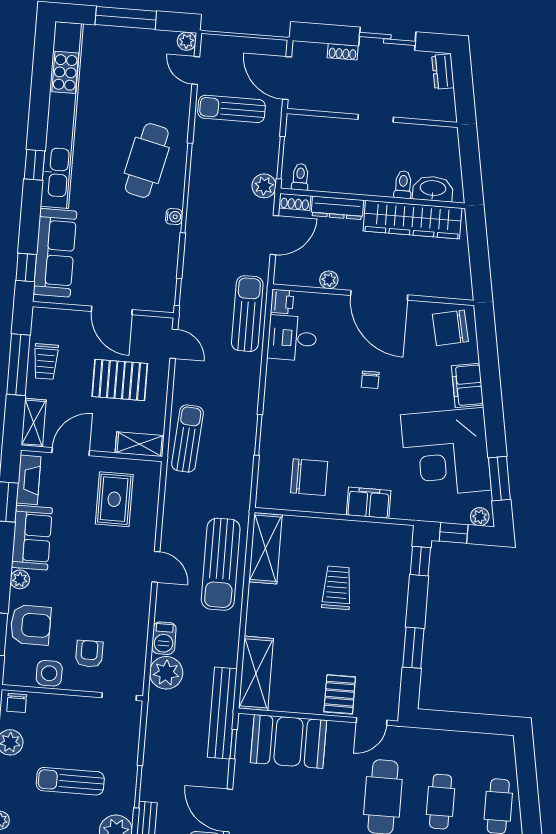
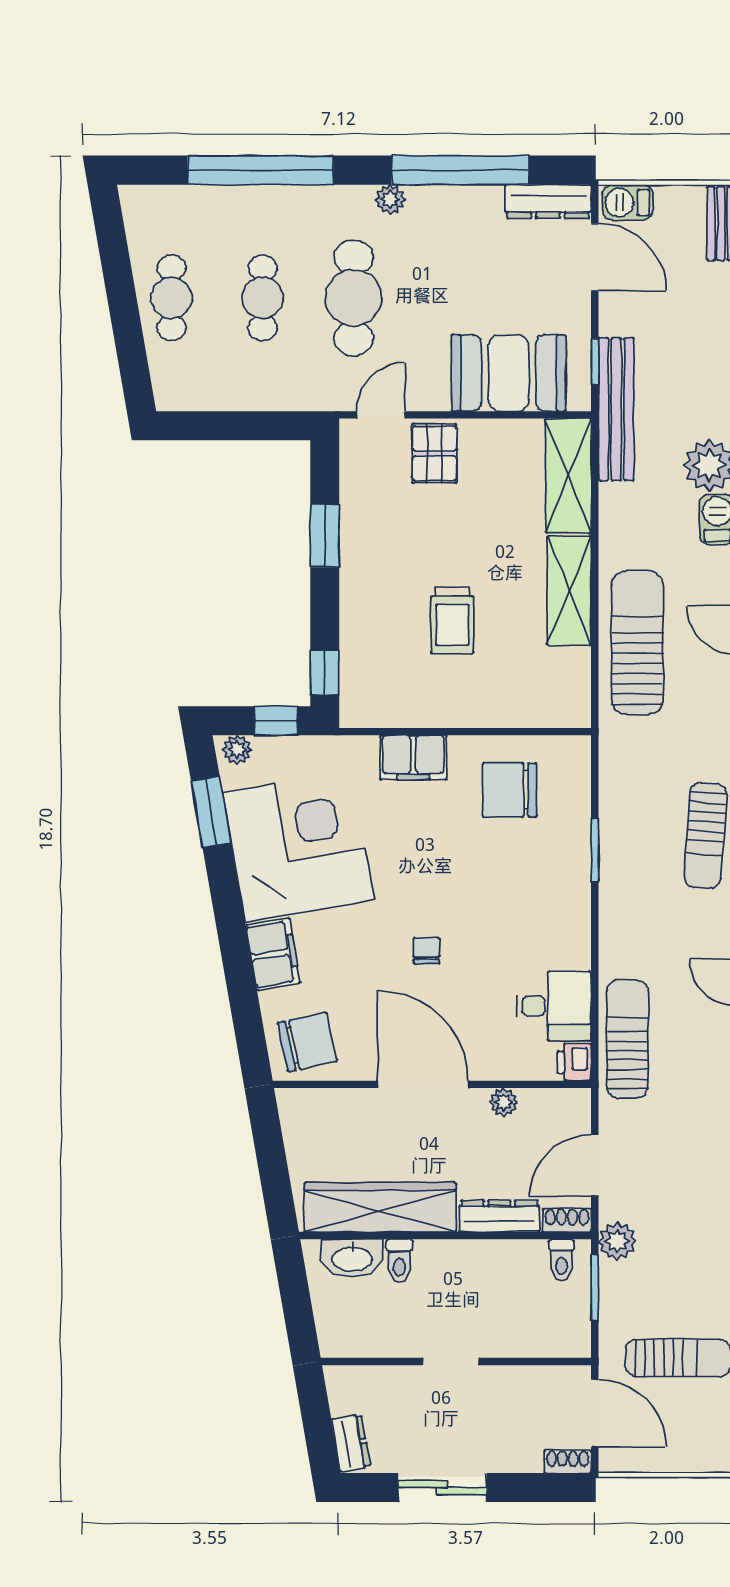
shoe rack: (343, 52) -> (568, 1462), moved
sun lounger: (247, 314) -> (627, 1039), turned 180
shelving: (265, 548) -> (569, 591), moved

